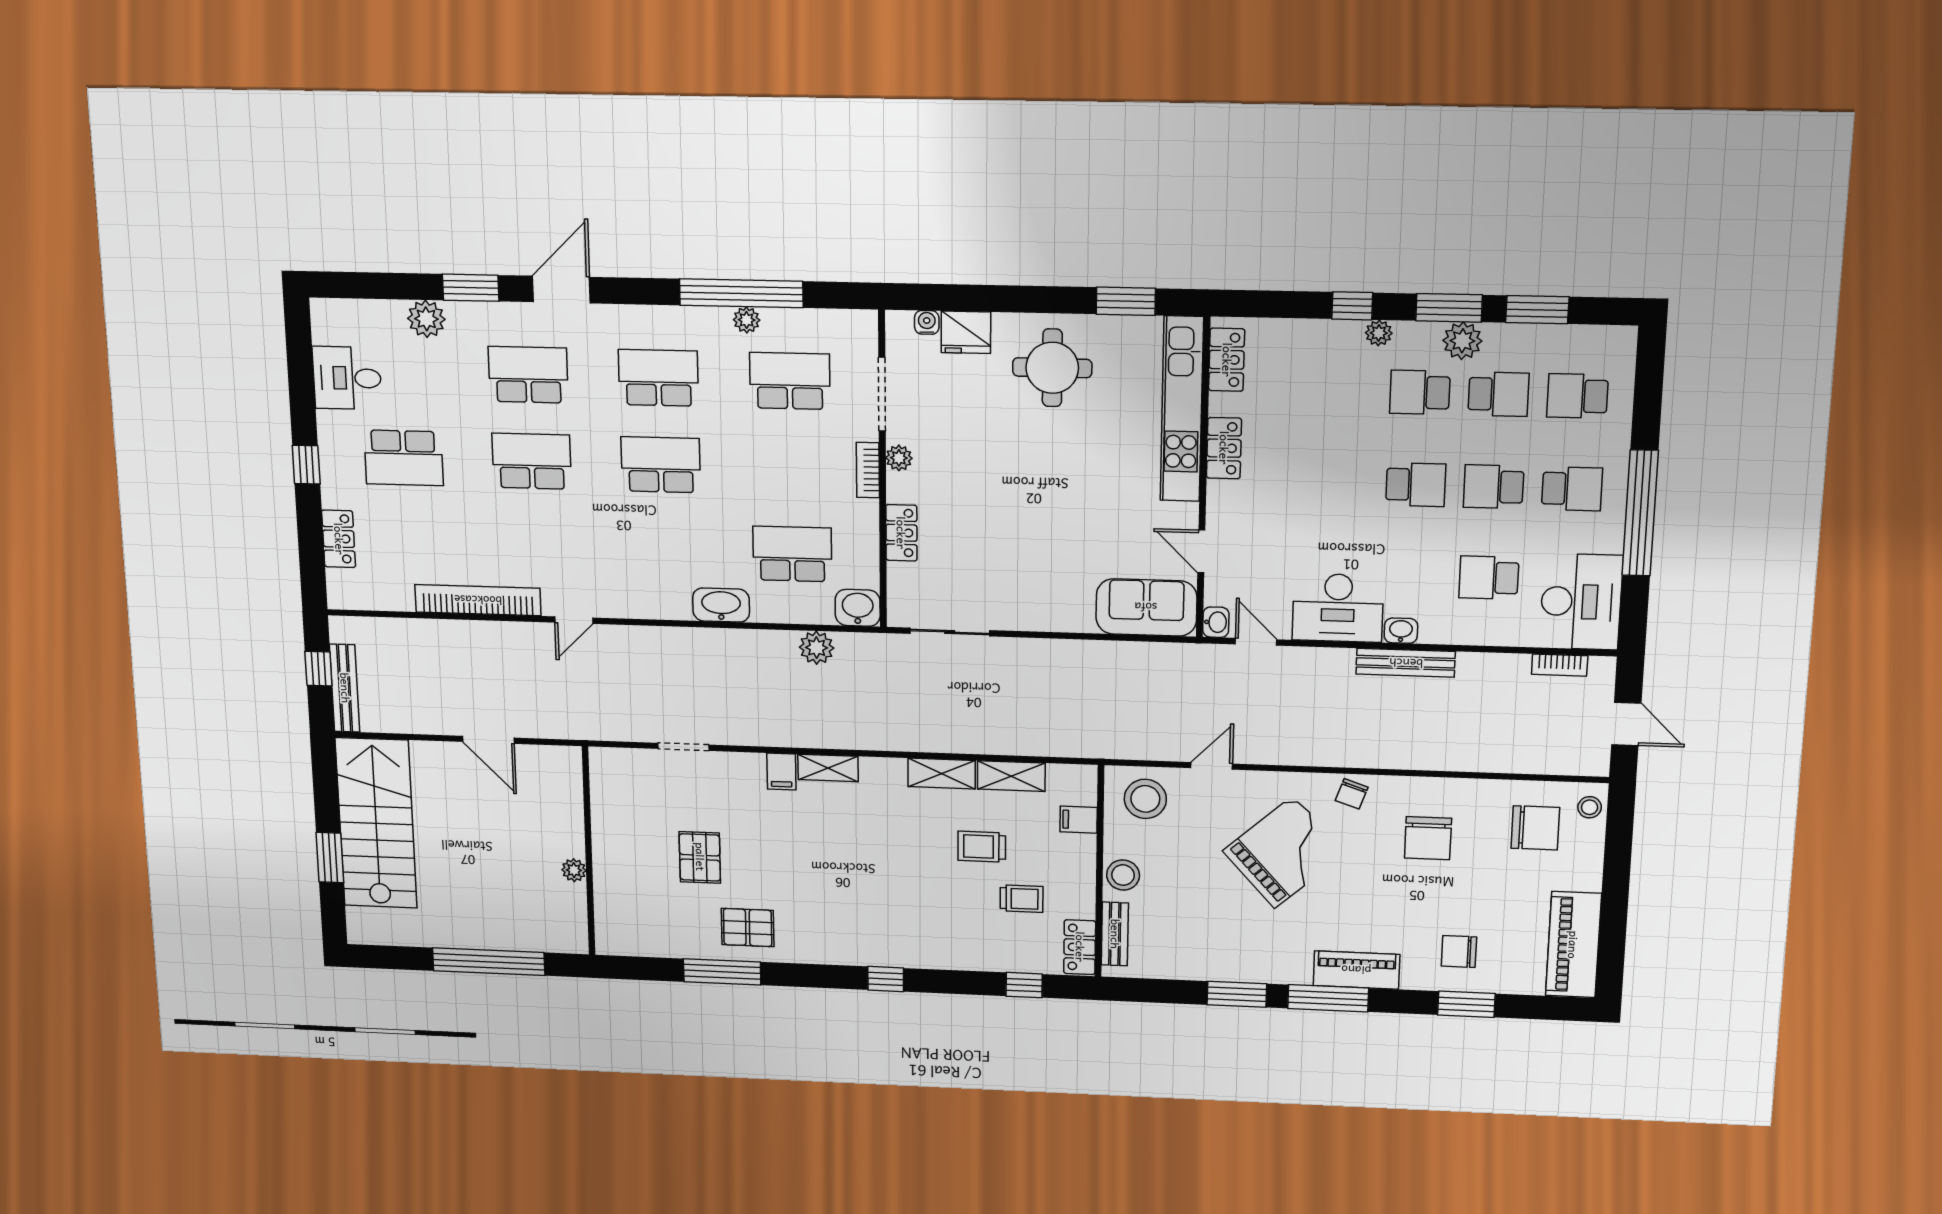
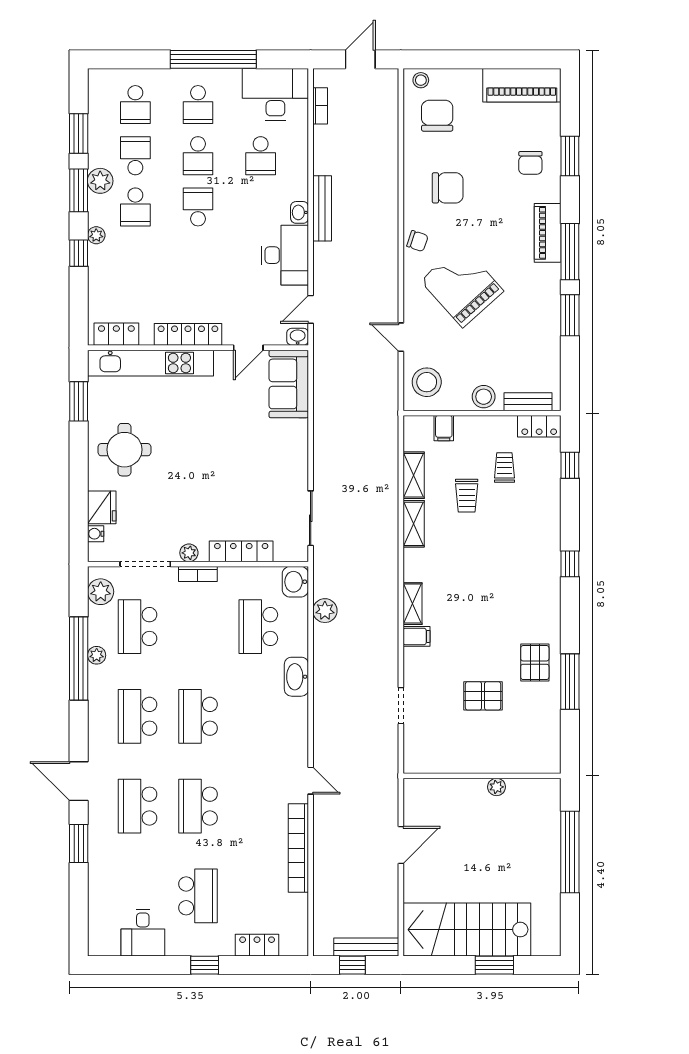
plant: (426, 319) -> (101, 592), moved
locker: (1224, 448) -> (188, 334), width x1.53
school desk: (1572, 489) -> (198, 105), turned 180
locker: (901, 533) -> (241, 551), width x1.53

